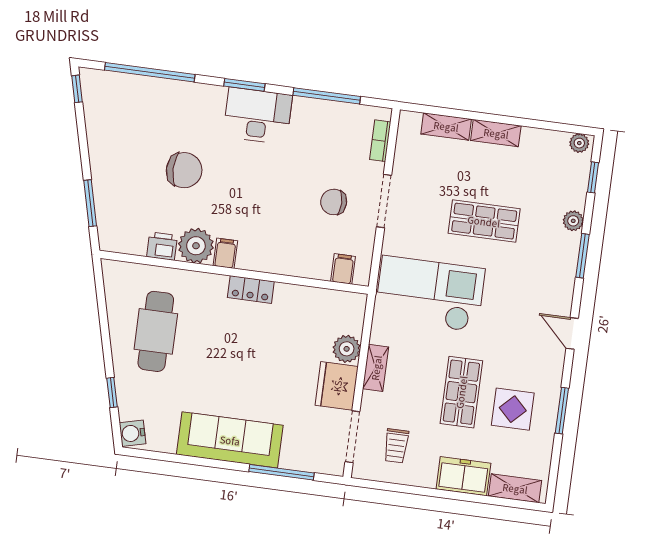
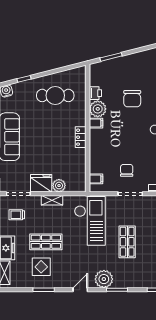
plant: (573, 221) -> (104, 279), moved, width x1.87, depth x1.87

